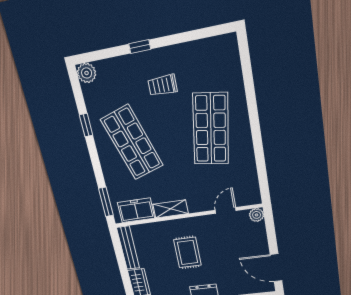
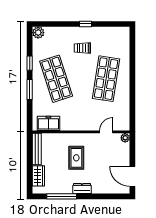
window: (140, 47) -> (85, 24), moved
window: (106, 202) -> (30, 89), moved
shelving: (171, 209) -> (71, 126), removed

